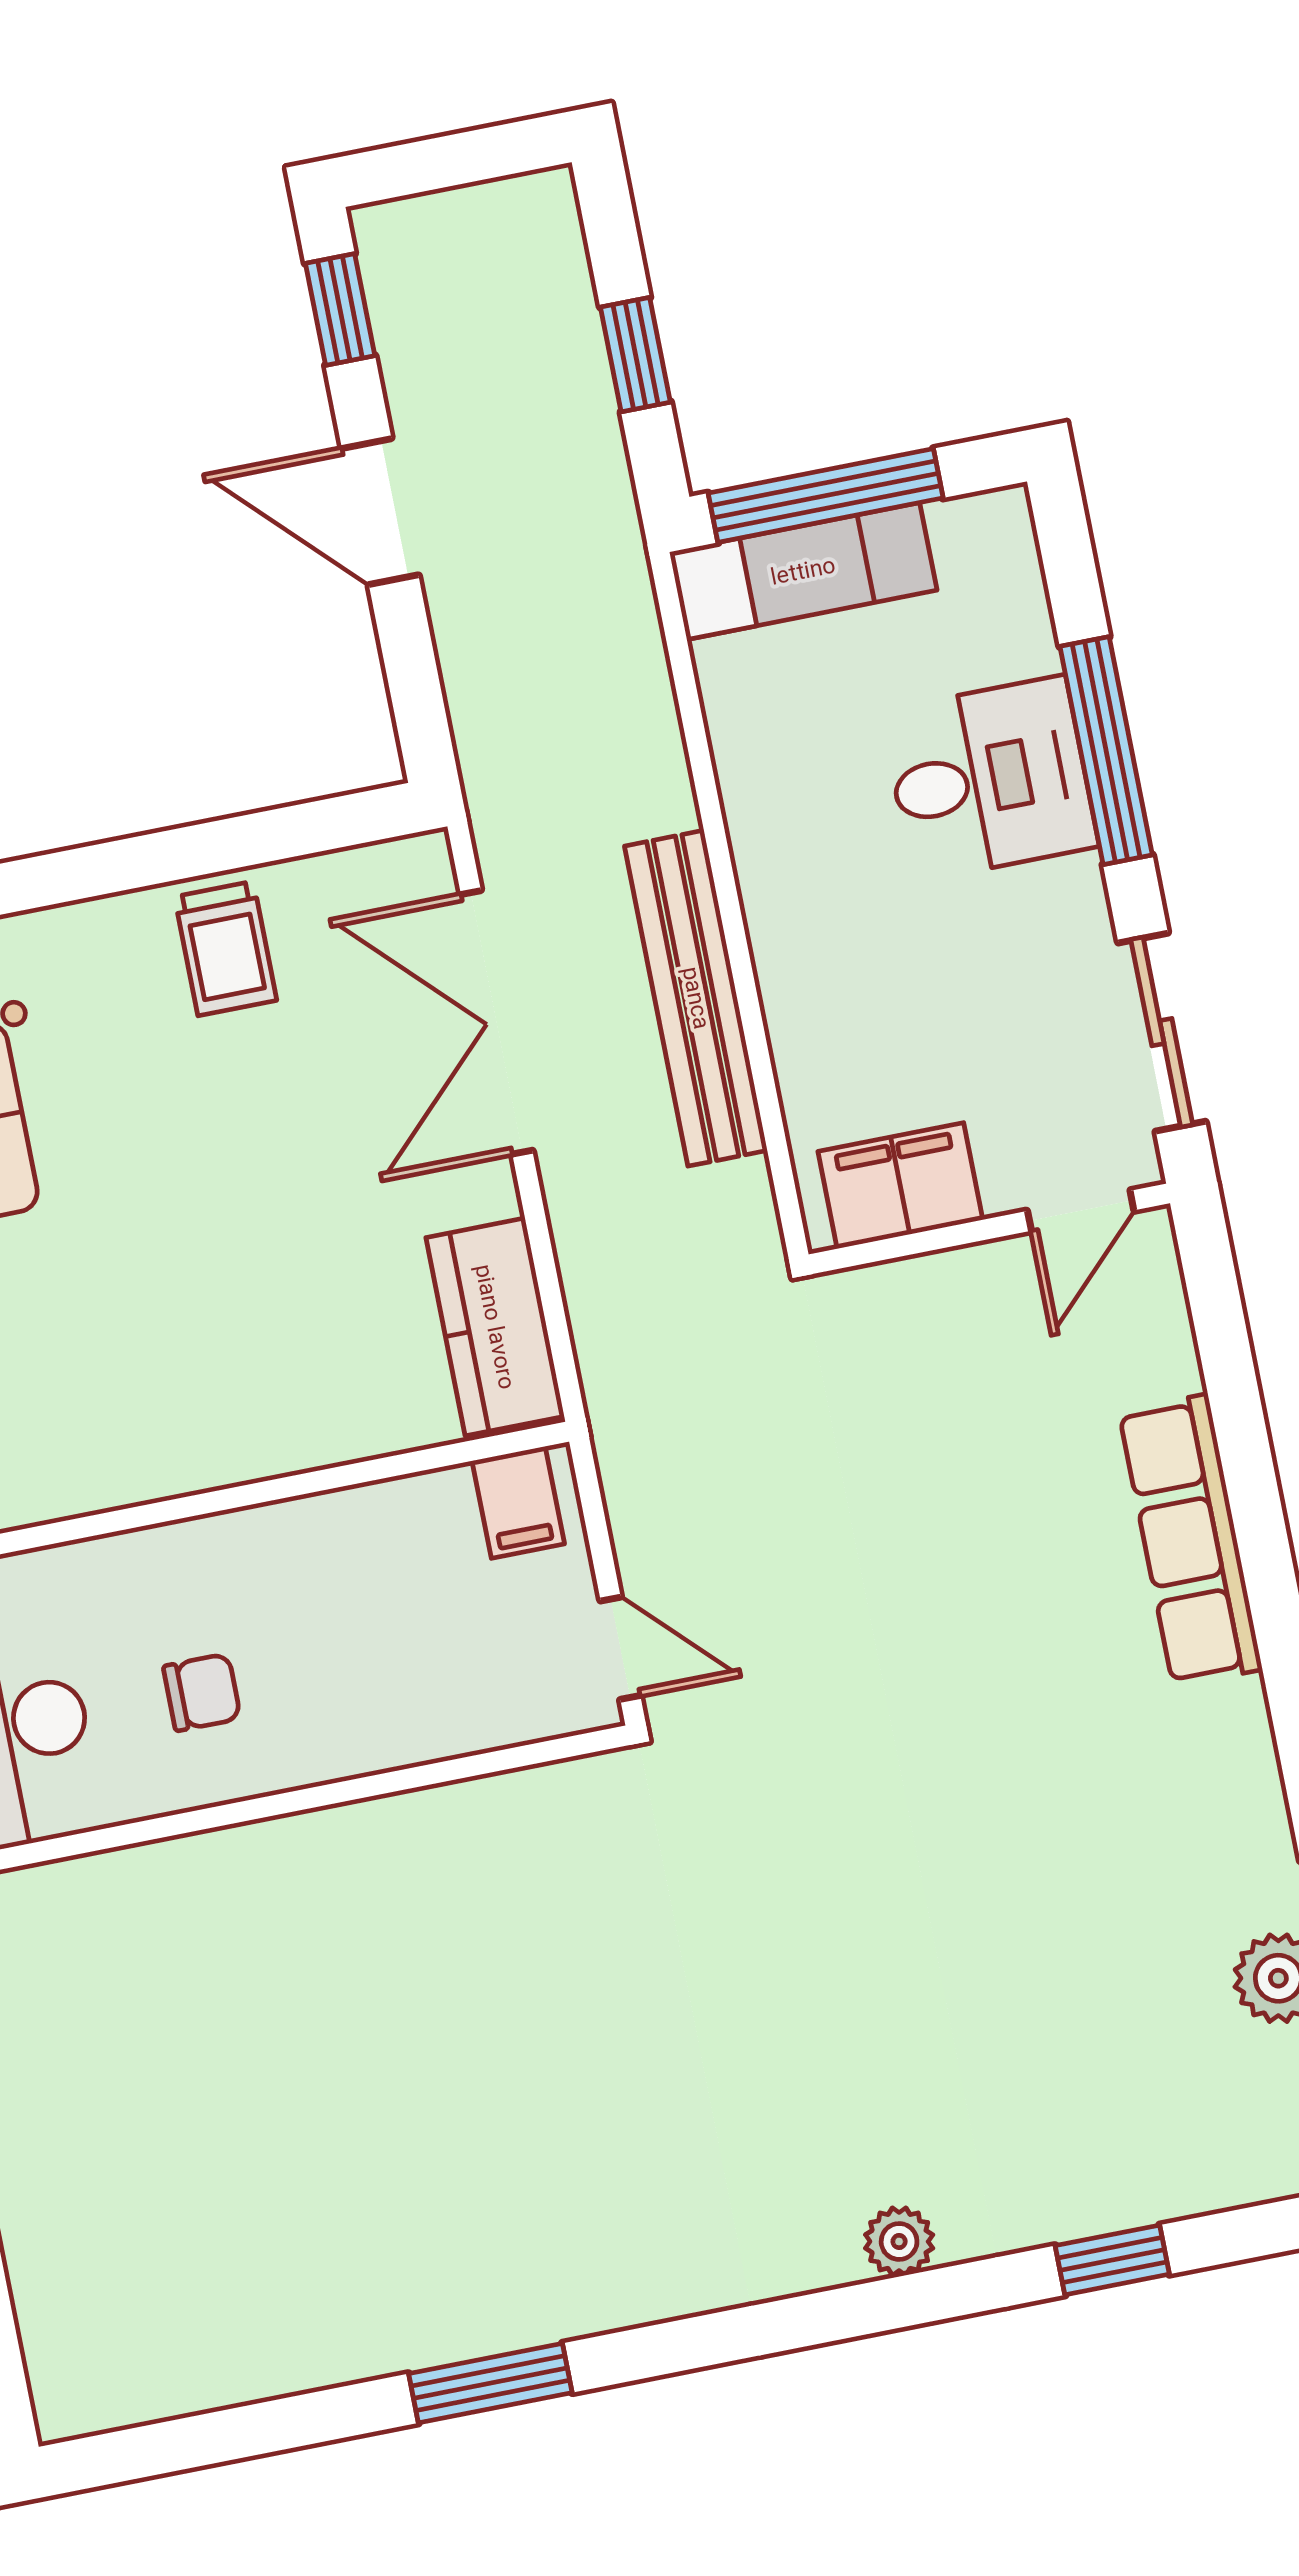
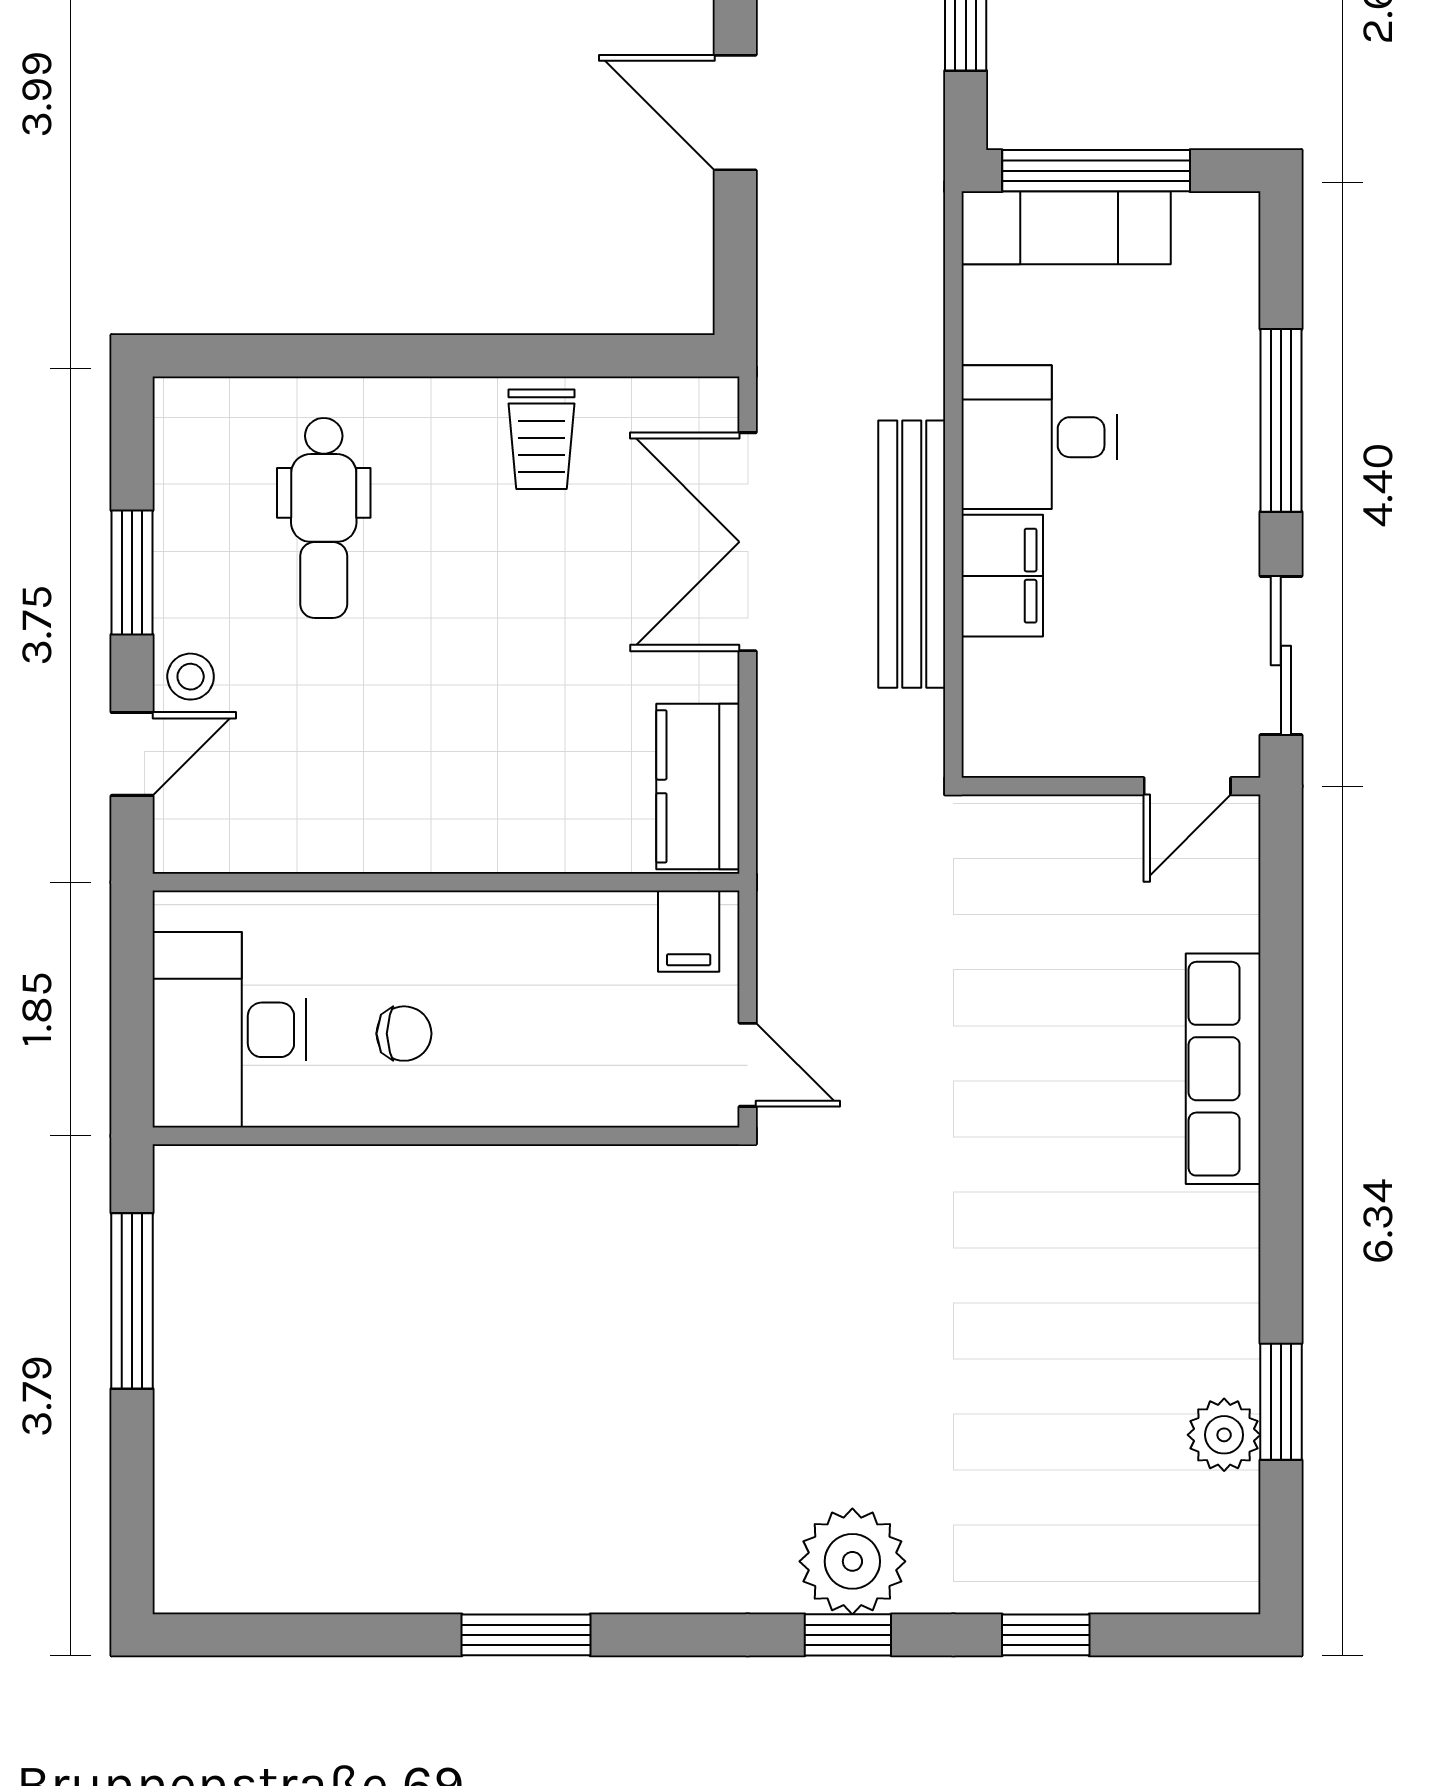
desk: (989, 779) -> (1039, 437), moved, turned 180
filing cabinet: (900, 1186) -> (1002, 576), moved, turned 90
plant: (899, 2241) -> (852, 1561), width x1.87, depth x1.87
window: (876, 2307) -> (848, 1635), added

